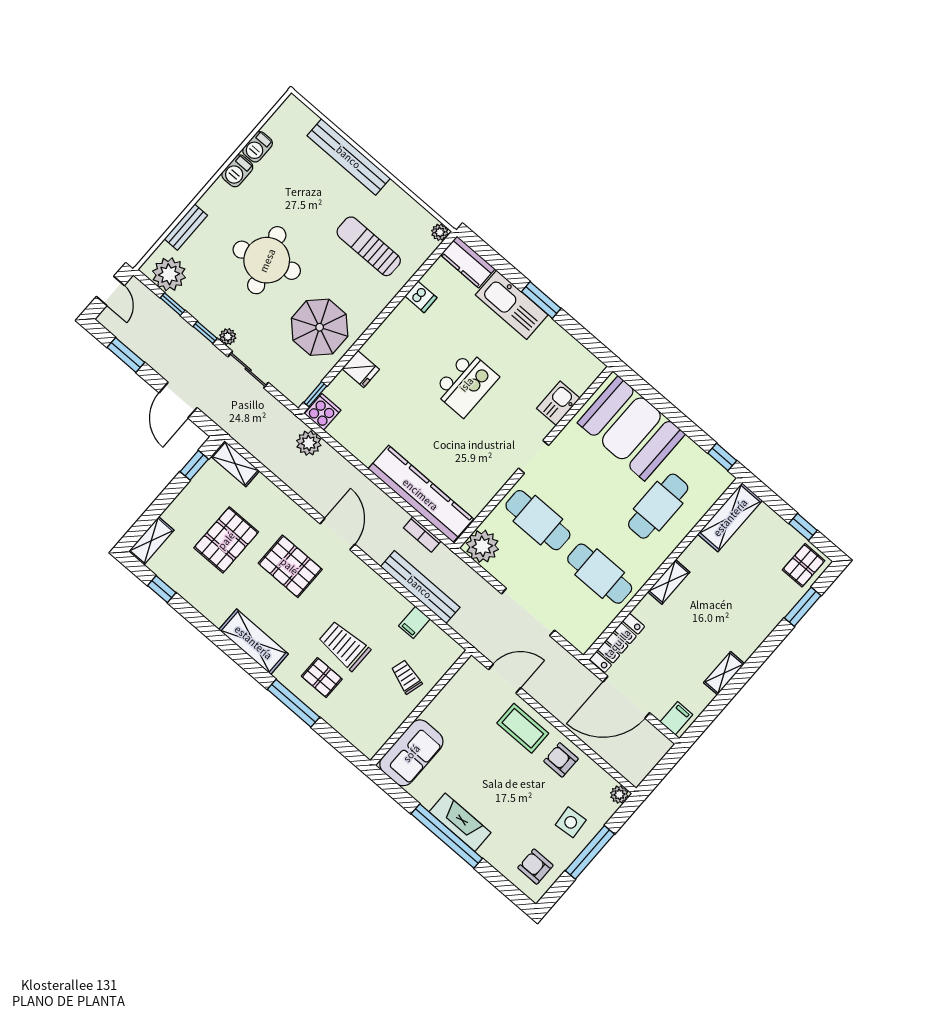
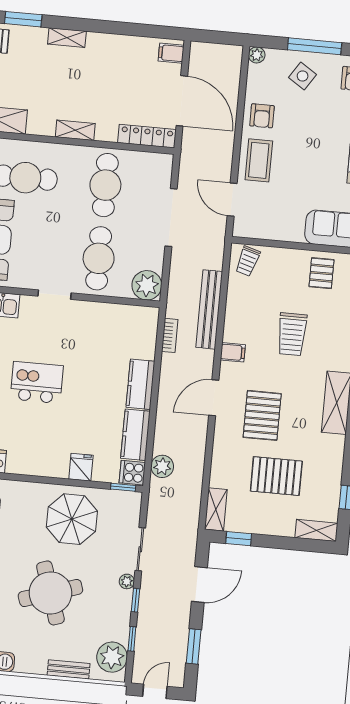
kitchen counter: (355, 439) -> (135, 435), added
kitchen counter: (421, 494) -> (140, 384), width x0.48, depth x0.86
filing cabinet: (414, 622) -> (233, 352), moved
shelving: (724, 673) -> (67, 38), moved
trolley: (406, 677) -> (248, 261), moved
pallet: (322, 678) -> (321, 273), moved
side table: (571, 822) -> (303, 76), turned 38

